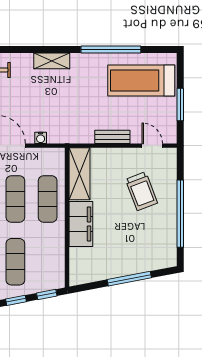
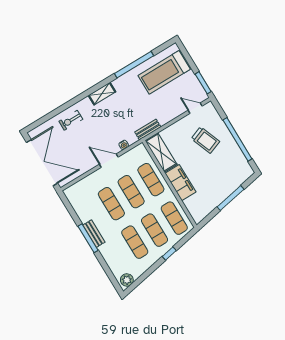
window: (180, 104) -> (203, 83), moved
bench: (112, 137) -> (148, 130), moved
exercise mat: (48, 262) -> (174, 218), added
window: (47, 294) -> (186, 238), removed

